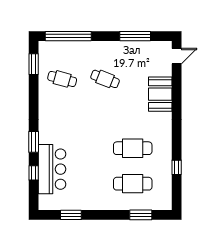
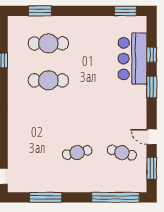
cafe table: (105, 79) -> (77, 153), turned -33
door: (34, 94) -> (152, 137), added
booth: (160, 94) -> (20, 137), removed
window: (71, 215) -> (125, 11), moved

